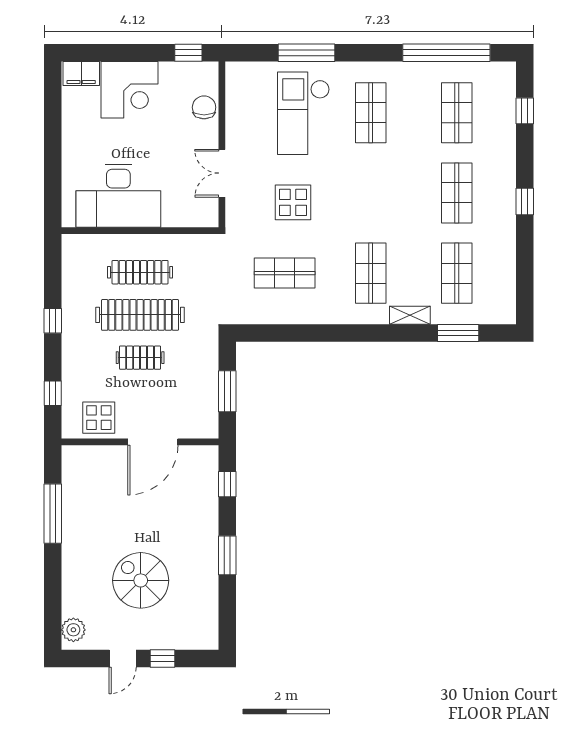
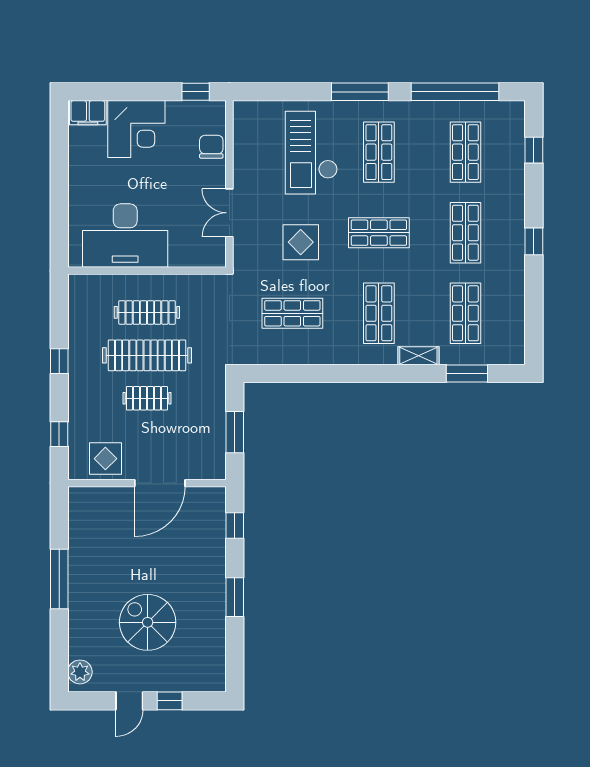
window: (306, 53) -> (360, 92), moved
shop shelf: (371, 193) -> (379, 233), added
window: (53, 514) -> (59, 579), moved

